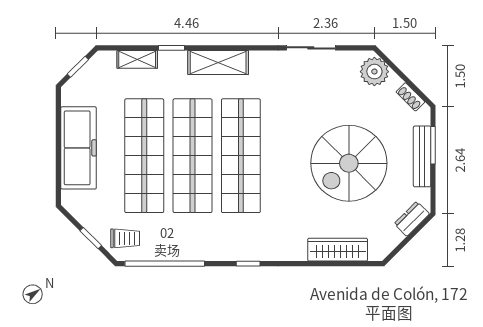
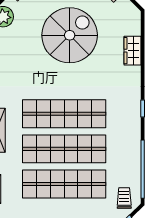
spiral stairs: (349, 163) -> (70, 35), turned -90
wardrobe: (338, 250) -> (132, 51), width x0.67

